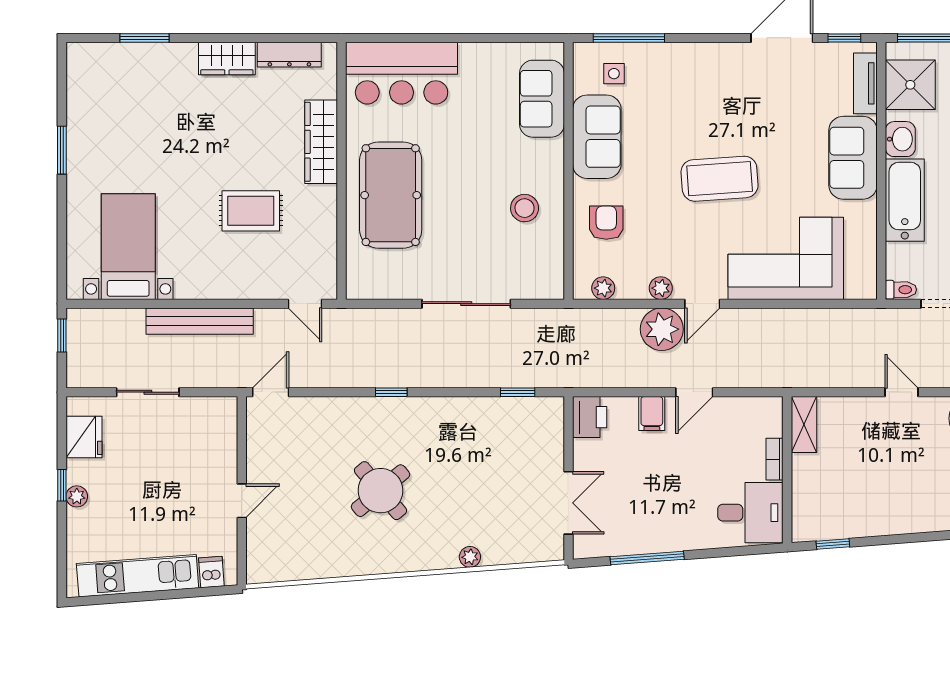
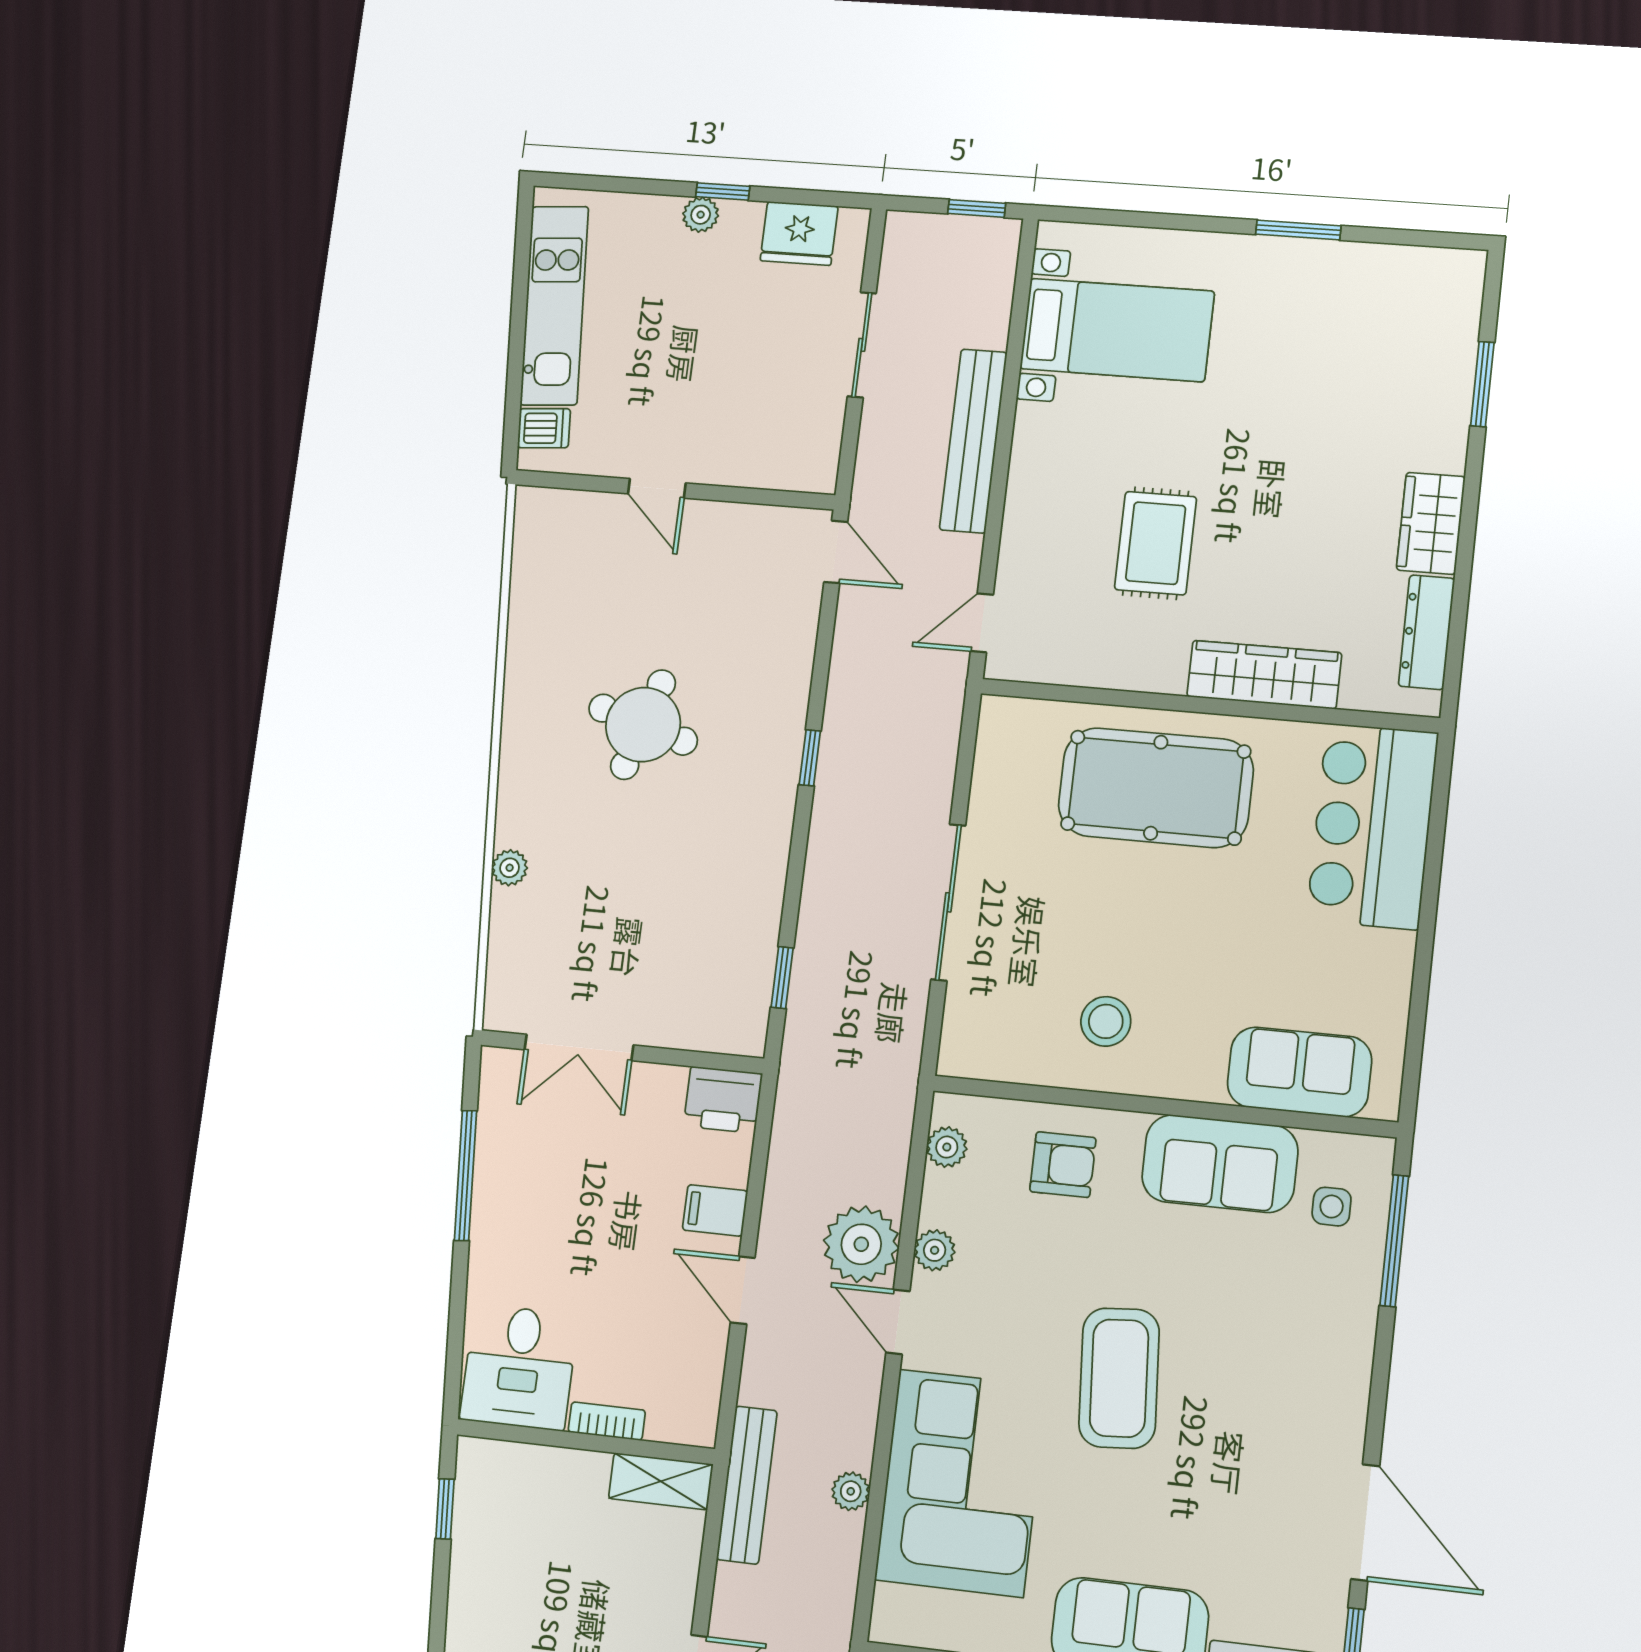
plant: (797, 318) -> (851, 1491), added
bench: (800, 376) -> (747, 1485), added
round table: (380, 491) -> (643, 725), turned -33

